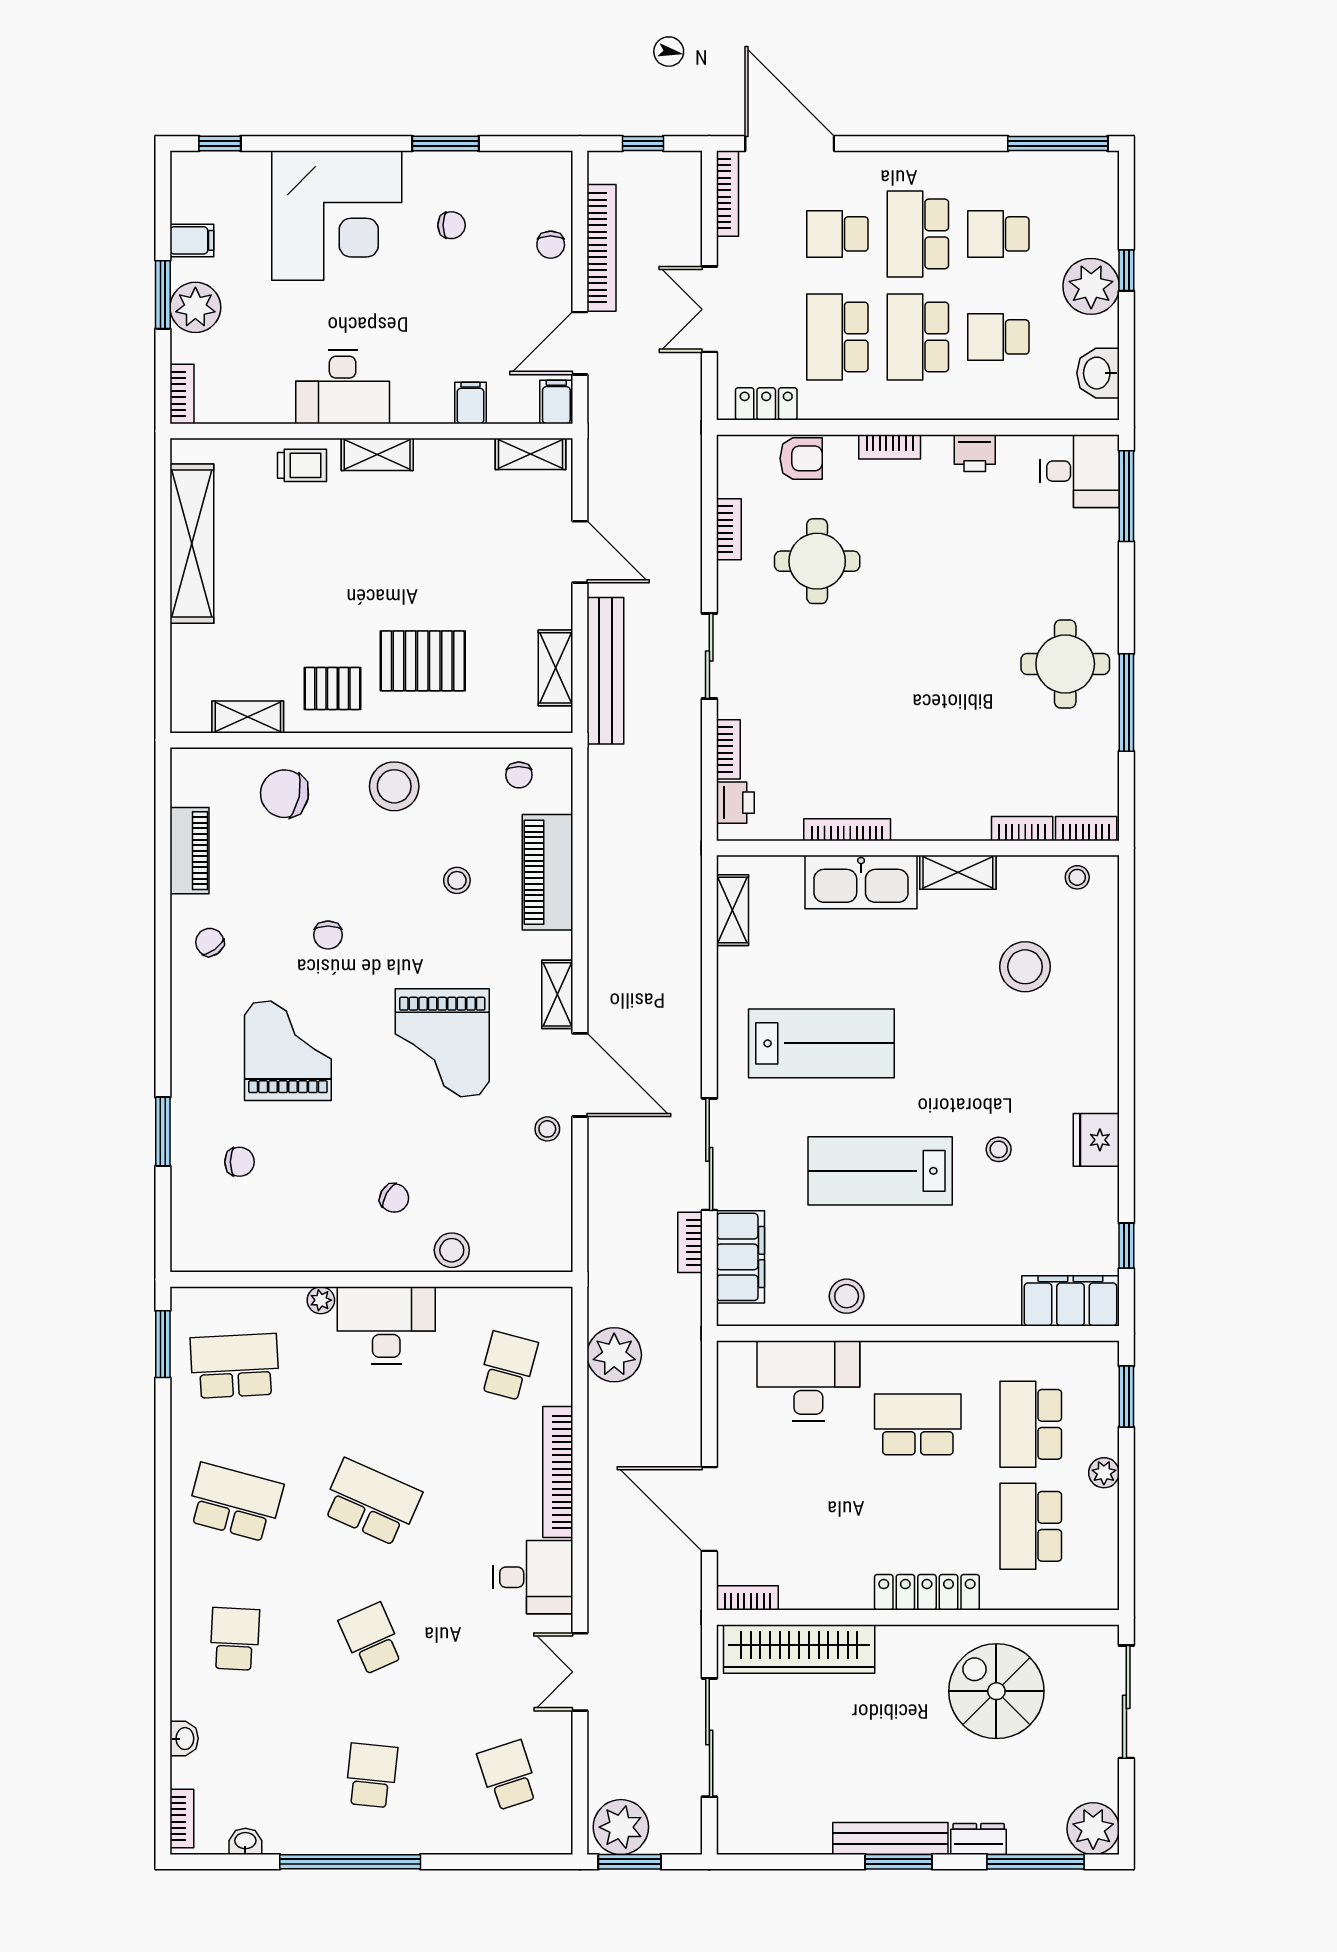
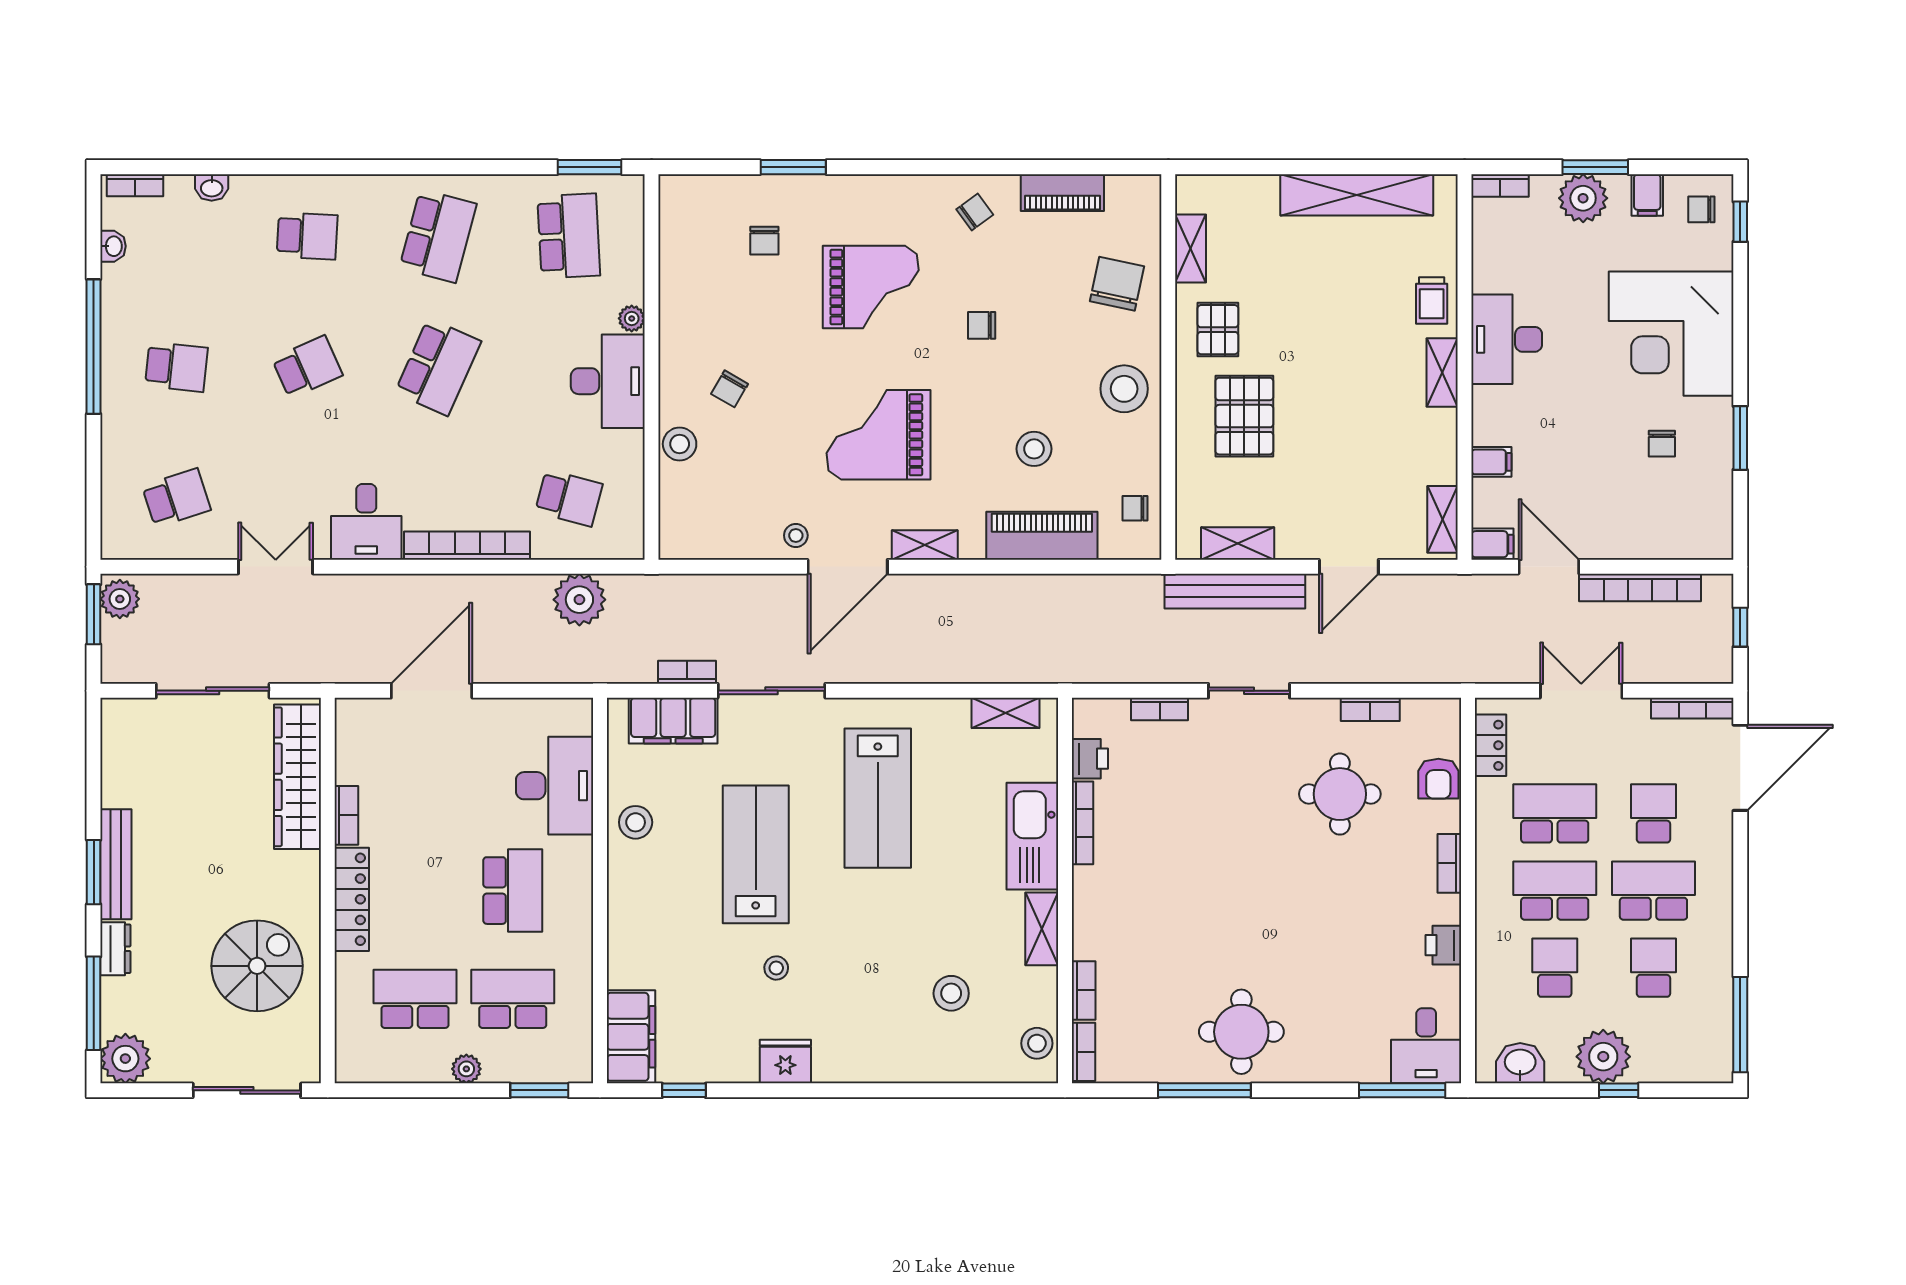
chair: (551, 245) -> (1701, 209), moved
printer: (735, 803) -> (1090, 759), moved, turned -90
stool: (1077, 877) -> (1037, 1043), width x1.37, depth x1.37
stool: (457, 880) -> (1034, 449), width x1.37, depth x1.37
stool: (1025, 967) -> (951, 993), width x0.73, depth x0.73
bookcase: (748, 1598) -> (346, 815), moved
plant: (621, 1827) -> (120, 599), width x0.73, depth x0.73

